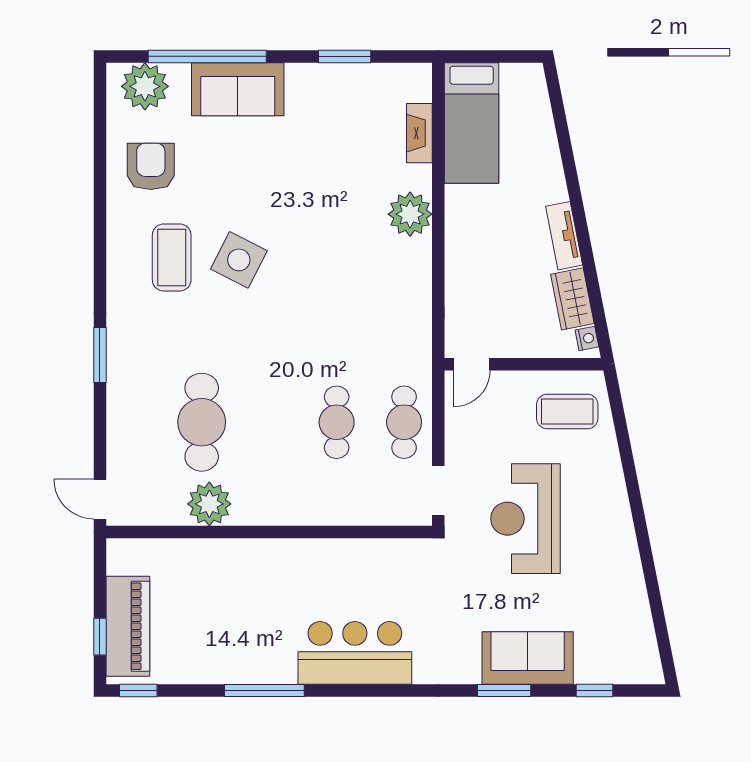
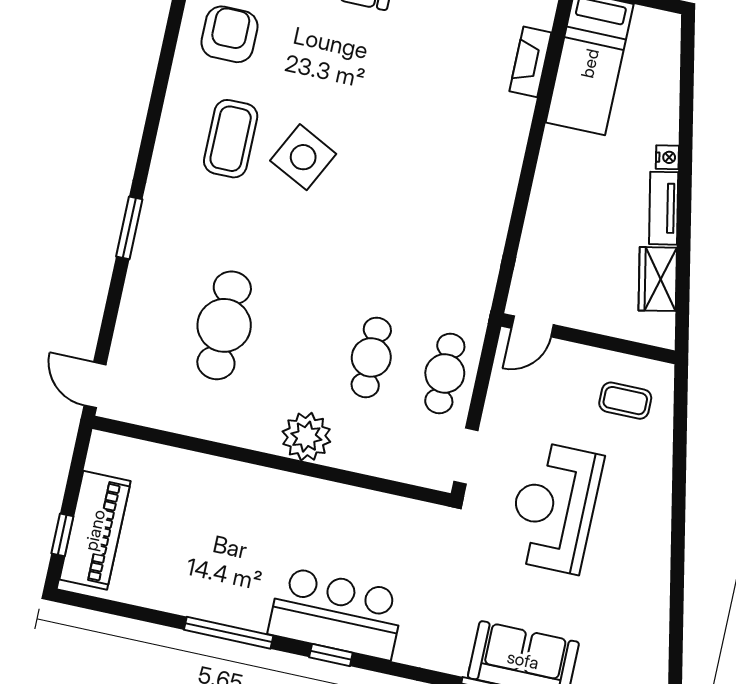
plant: (410, 214) -> (501, 148), removed
nightstand: (587, 338) -> (667, 157), moved
coffee table: (567, 412) -> (625, 401), width x0.73, depth x0.77
plant: (209, 504) -> (306, 437), moved
window: (138, 690) -> (331, 655), moved

